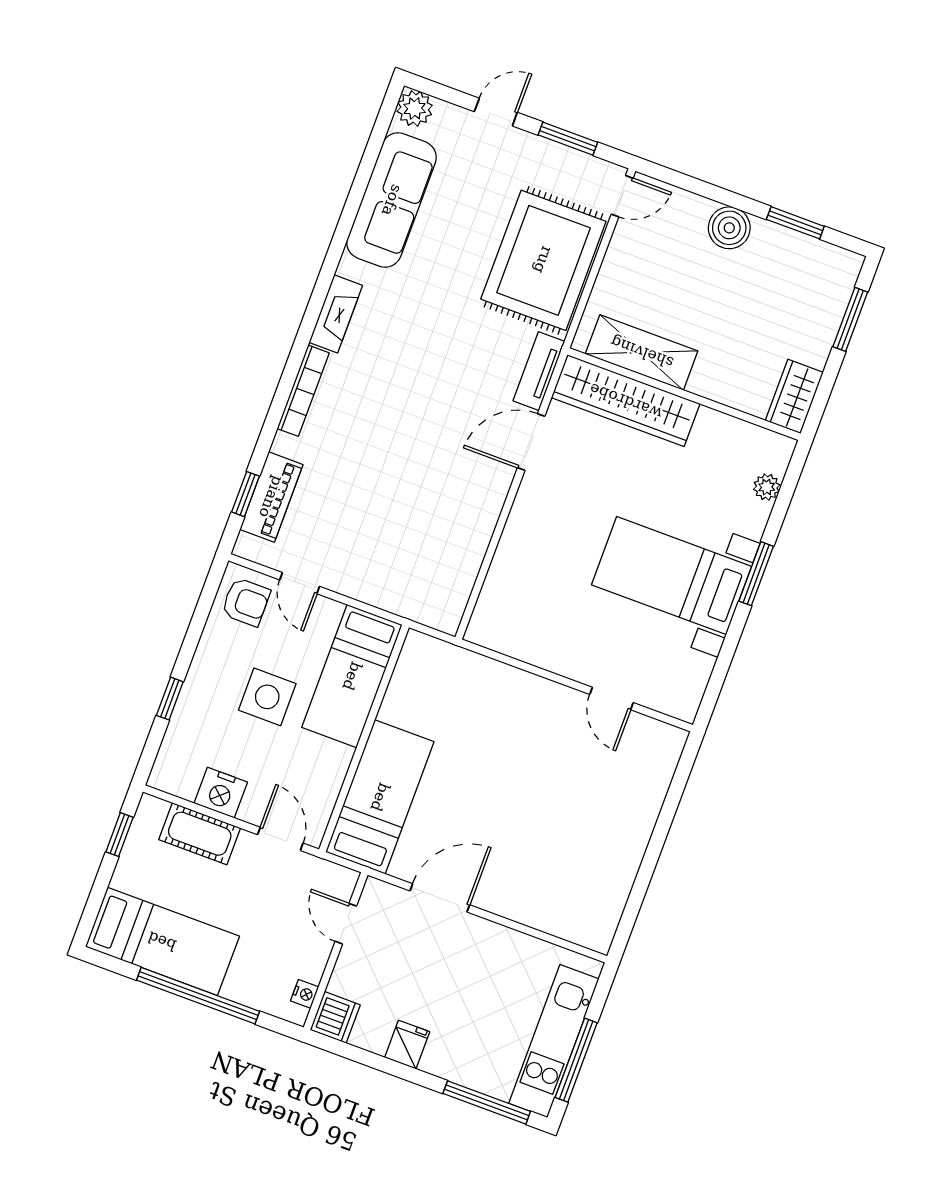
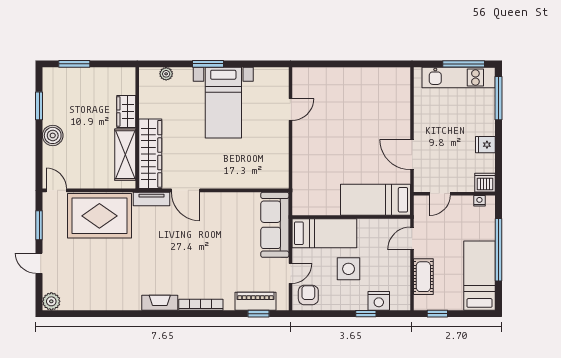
sofa: (392, 200) -> (275, 225), moved, turned -90
wardrobe: (794, 396) -> (126, 111), moved, turned 90
nightstand: (221, 793) -> (379, 301), moved, turned 90

